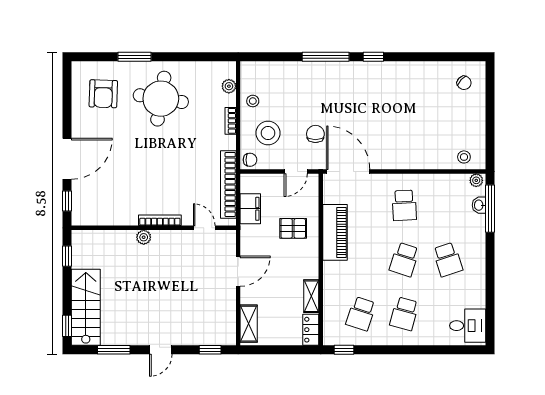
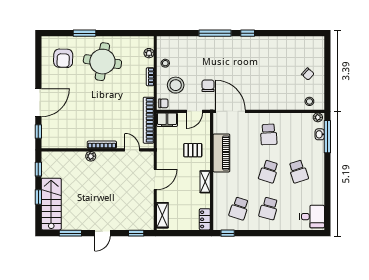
chair: (464, 83) -> (308, 74), moved
filing cabinet: (250, 209) -> (167, 120), moved, turned 90
shelving: (311, 296) -> (205, 182), moved
window: (67, 326) -> (38, 197), moved

